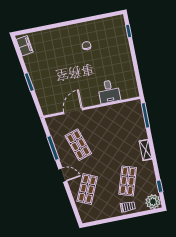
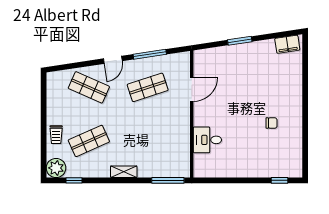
door: (73, 111) -> (192, 89), hinge flipped
shop shelf: (128, 181) -> (89, 141), turned -42

